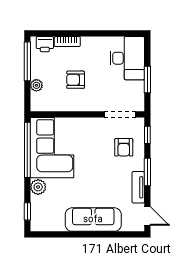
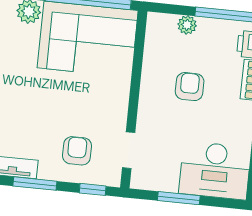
doorway: (120, 114) -> (129, 150), width x0.73
armchair: (124, 147) -> (77, 151), turned 90

